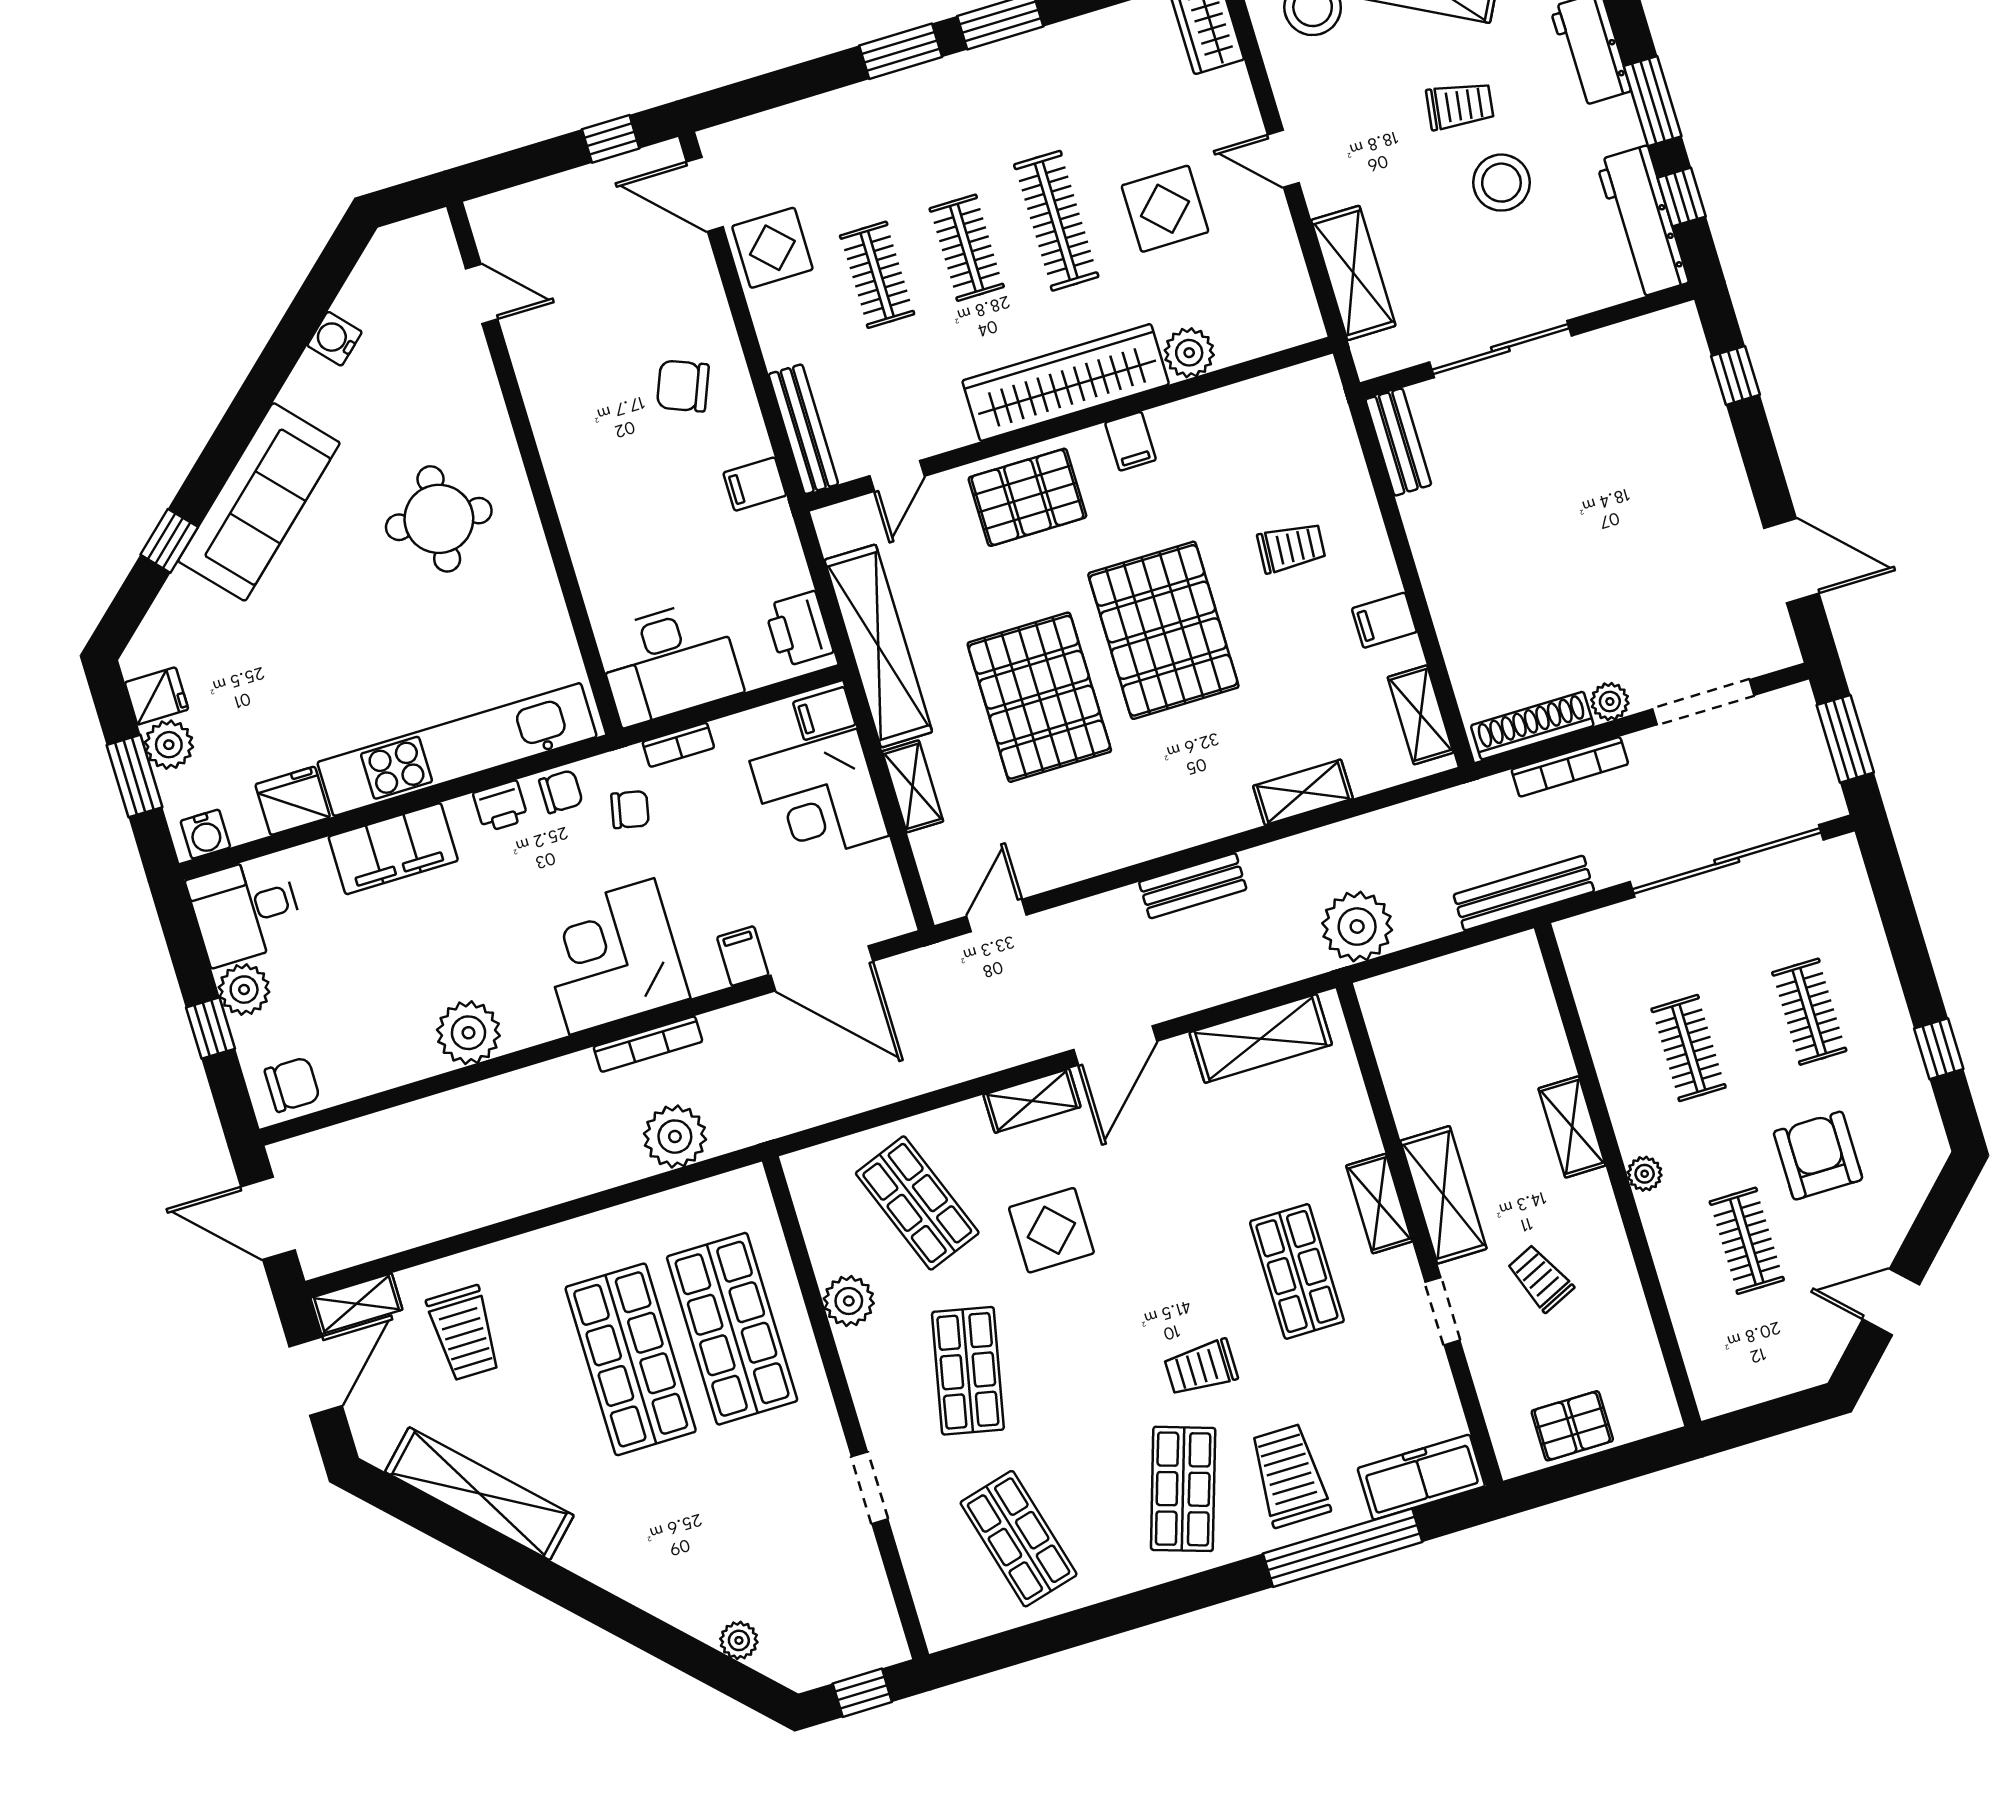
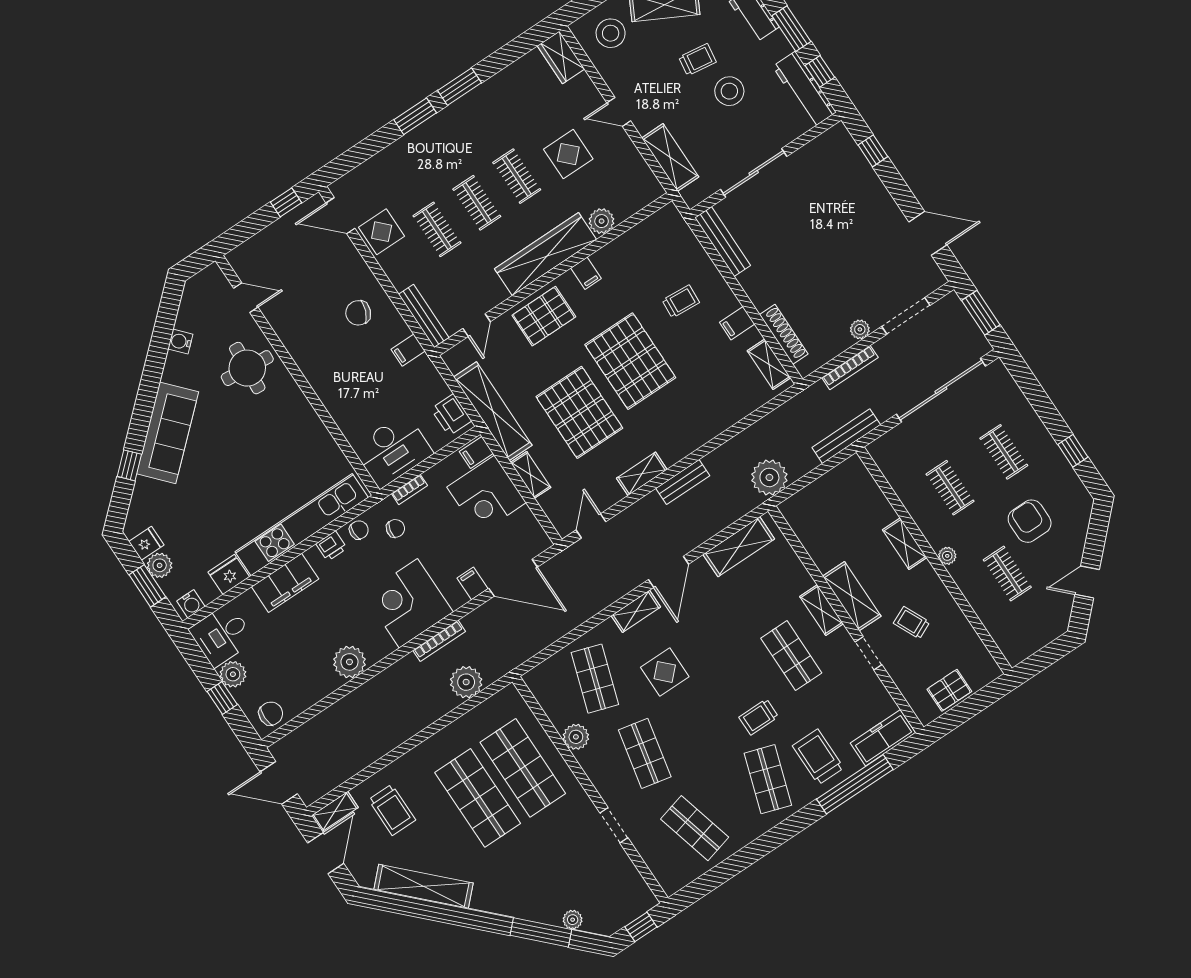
clothes rail: (1056, 221) -> (517, 176), width x0.73
bench: (1398, 442) -> (723, 242), width x1.36
round table: (439, 519) -> (247, 368), moved
shoe rack: (1532, 726) -> (784, 334), moved, turned 90
shelving: (1303, 792) -> (642, 474), moved
shop shelf: (917, 1203) -> (595, 679), turned 39
window: (672, 1646) -> (541, 932), added

